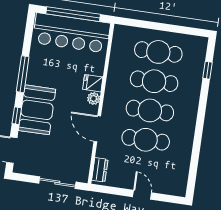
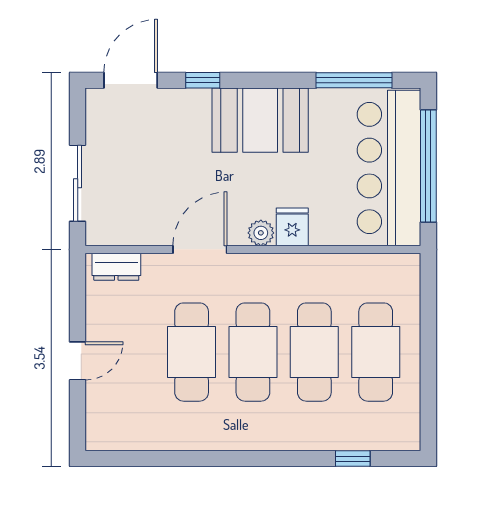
window: (23, 74) -> (354, 80), moved
booth: (37, 110) -> (260, 120), moved

